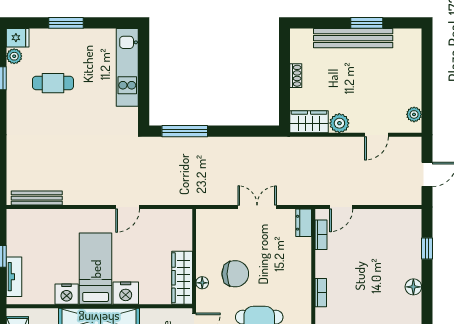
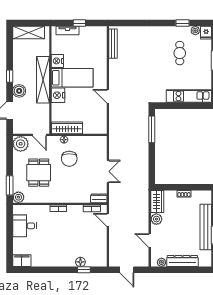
dresser: (412, 78) -> (182, 261), added
floor lamp: (413, 287) -> (80, 262), moved

